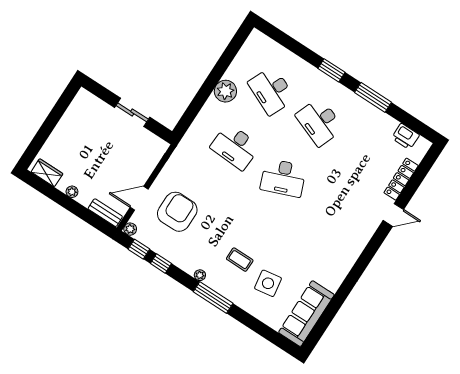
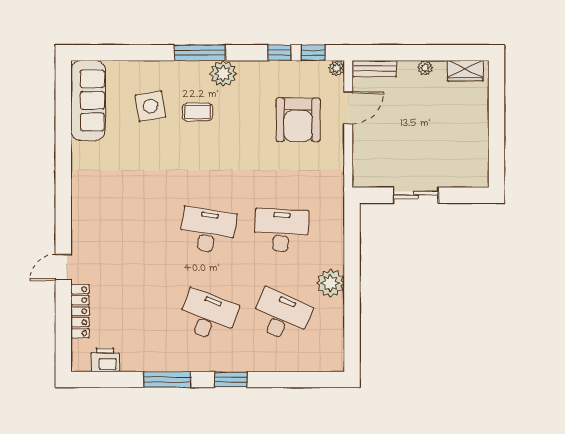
desk: (283, 178) -> (208, 230), turned 30
plant: (200, 275) -> (223, 74), width x1.88, depth x1.88

